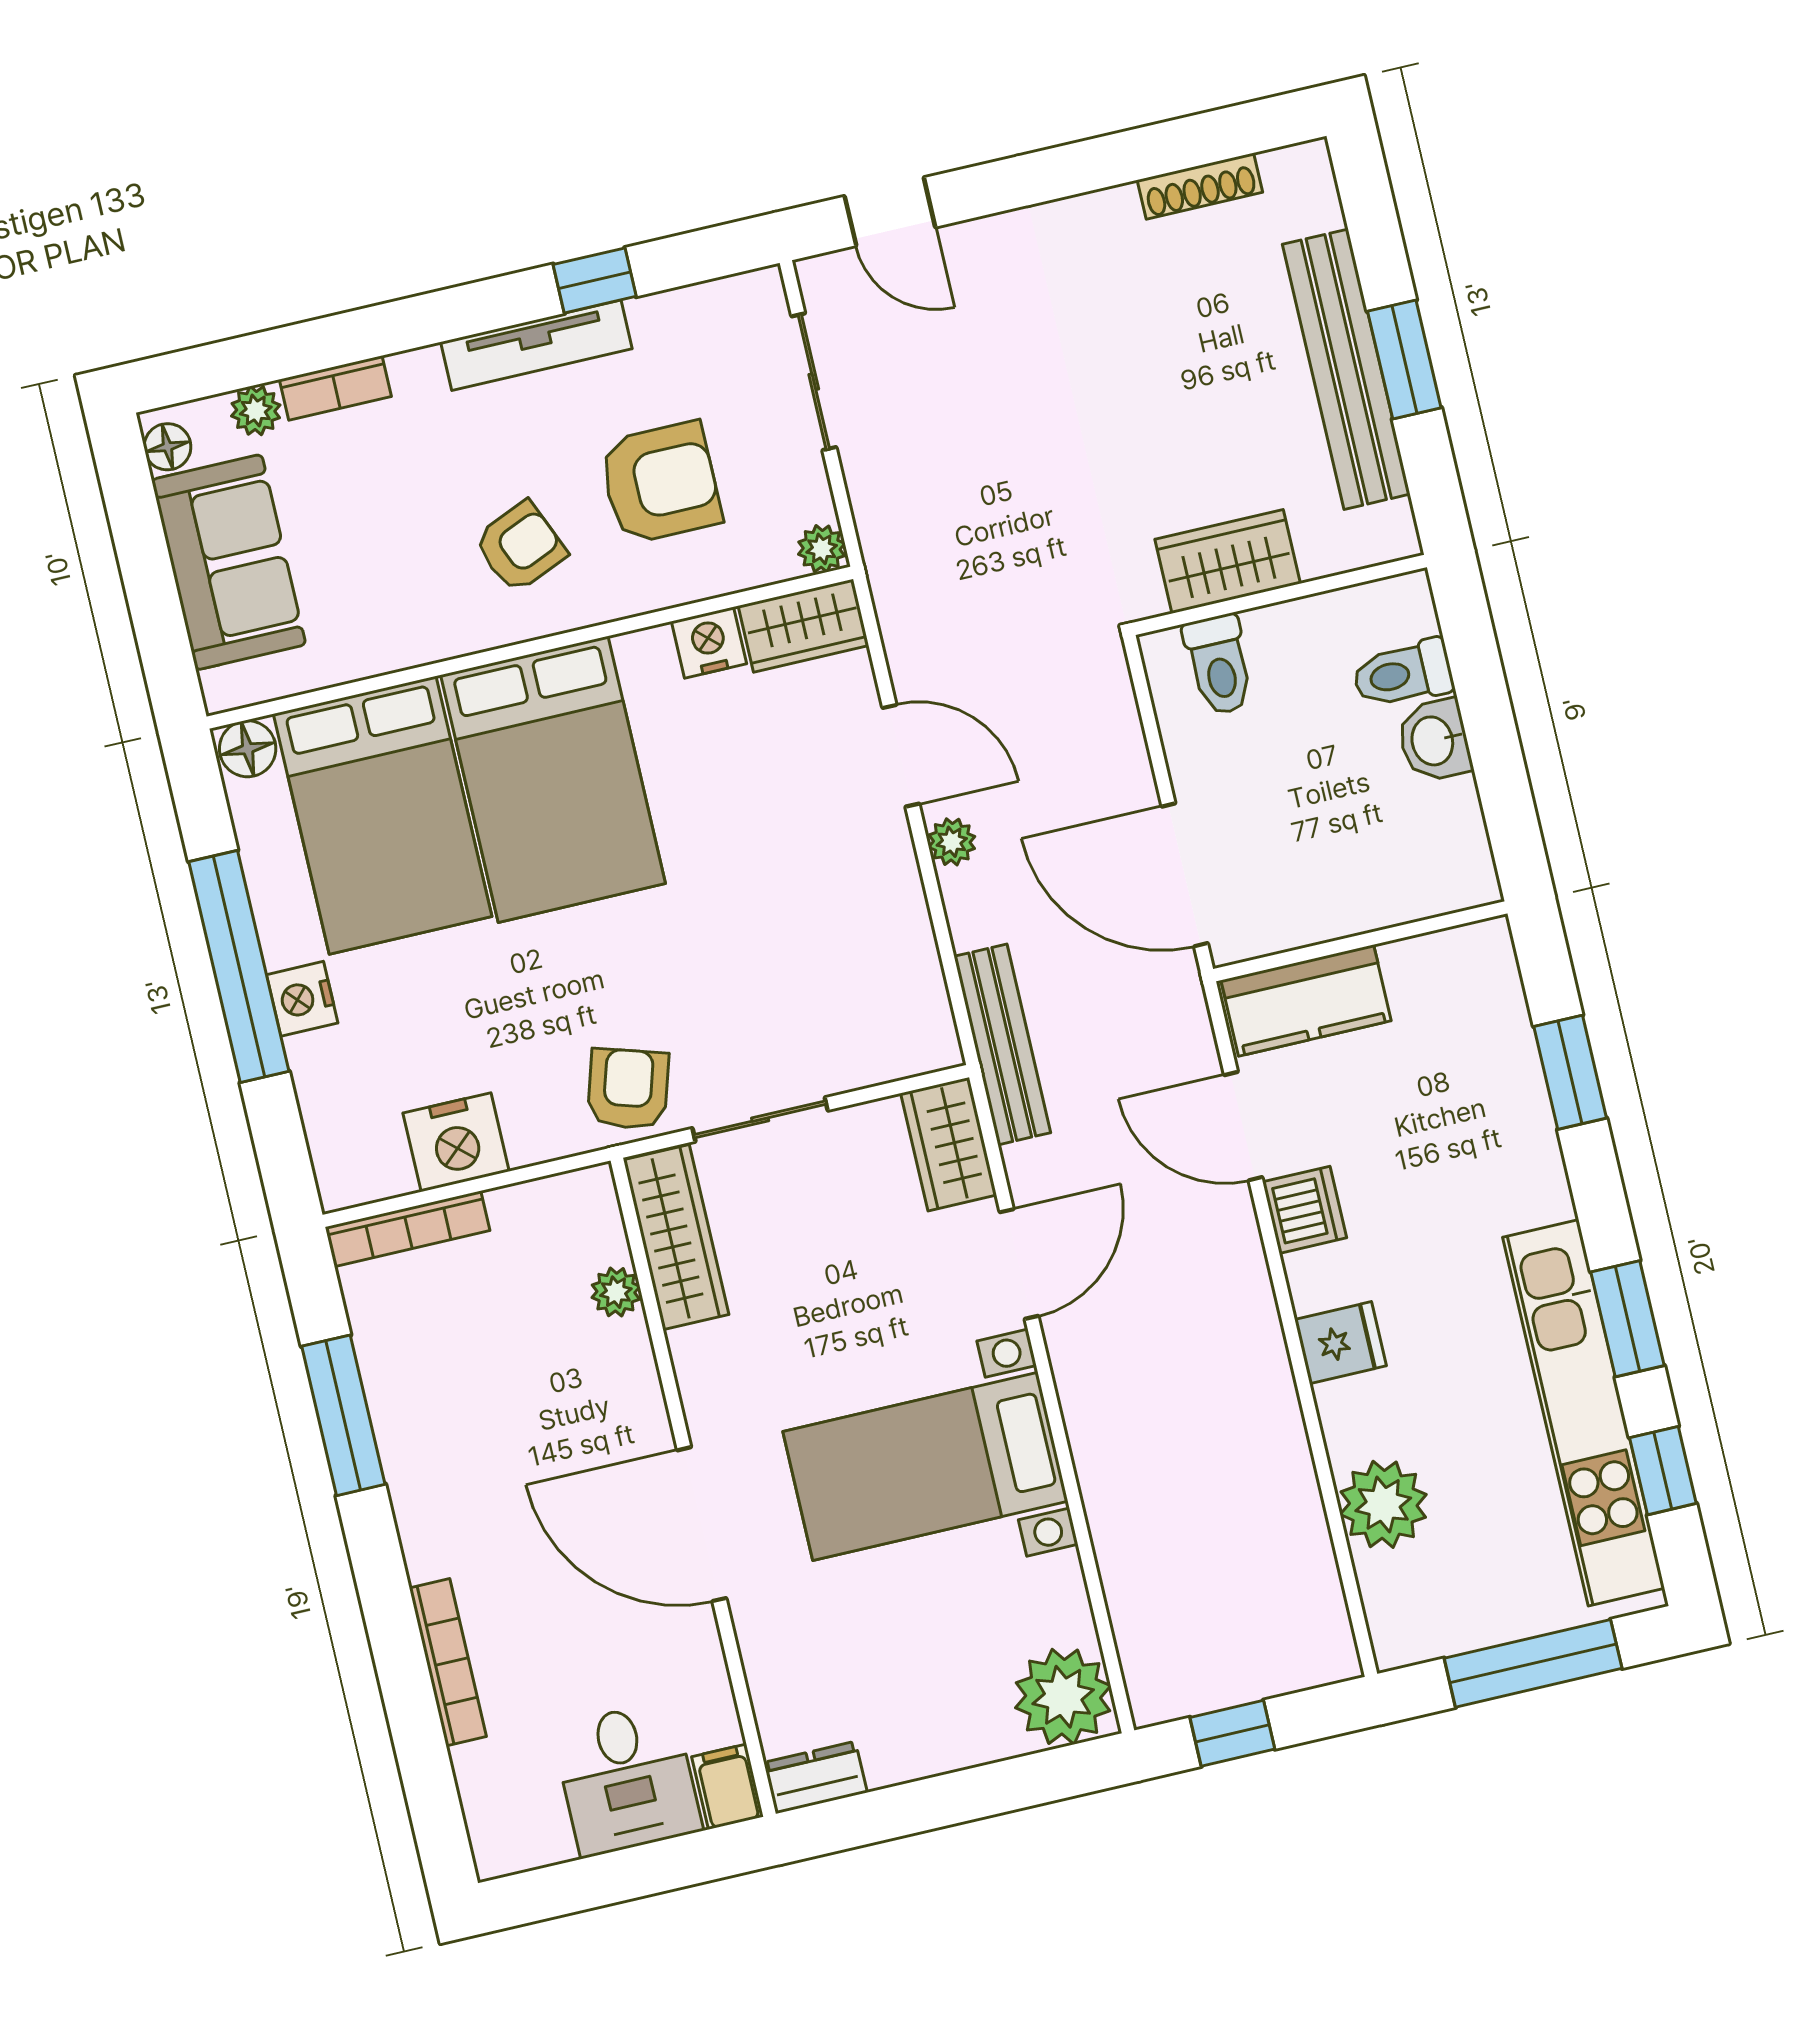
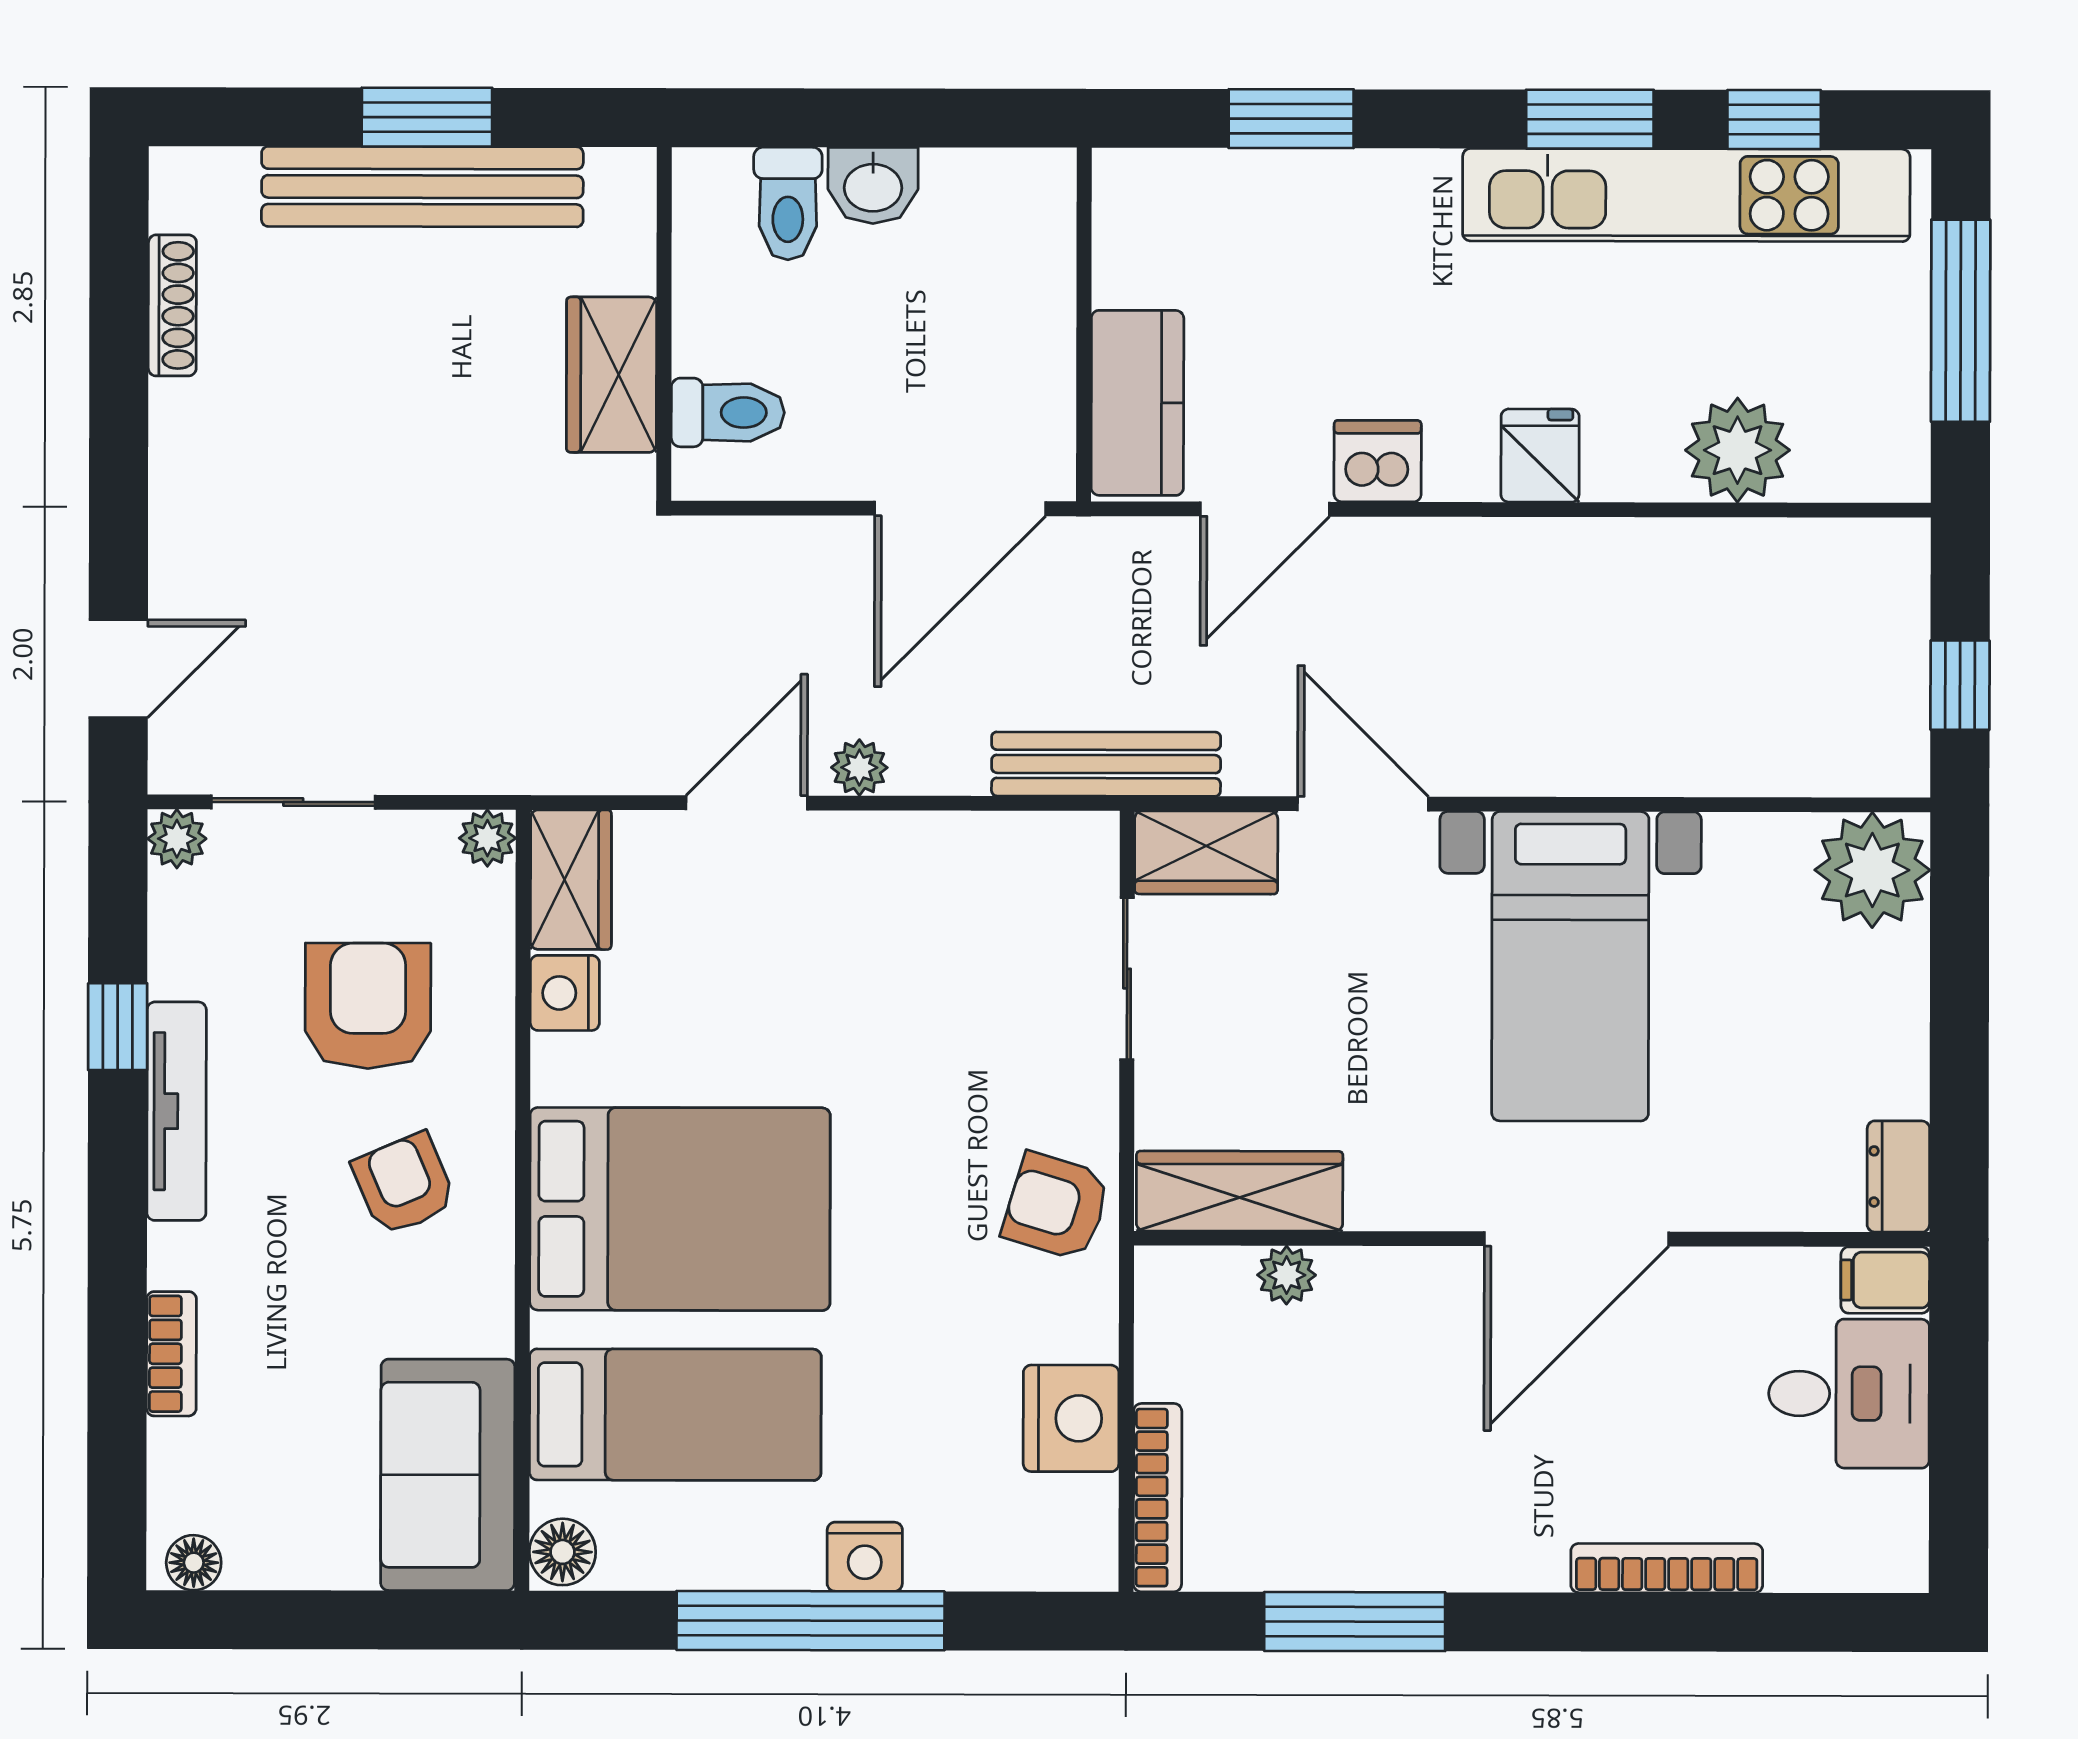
plant: (256, 411) -> (177, 839), moved
sofa: (229, 562) -> (448, 1475), moved, turned -90
bed: (383, 815) -> (675, 1415), width x0.67
sliding door: (760, 1119) -> (1127, 979), moved

